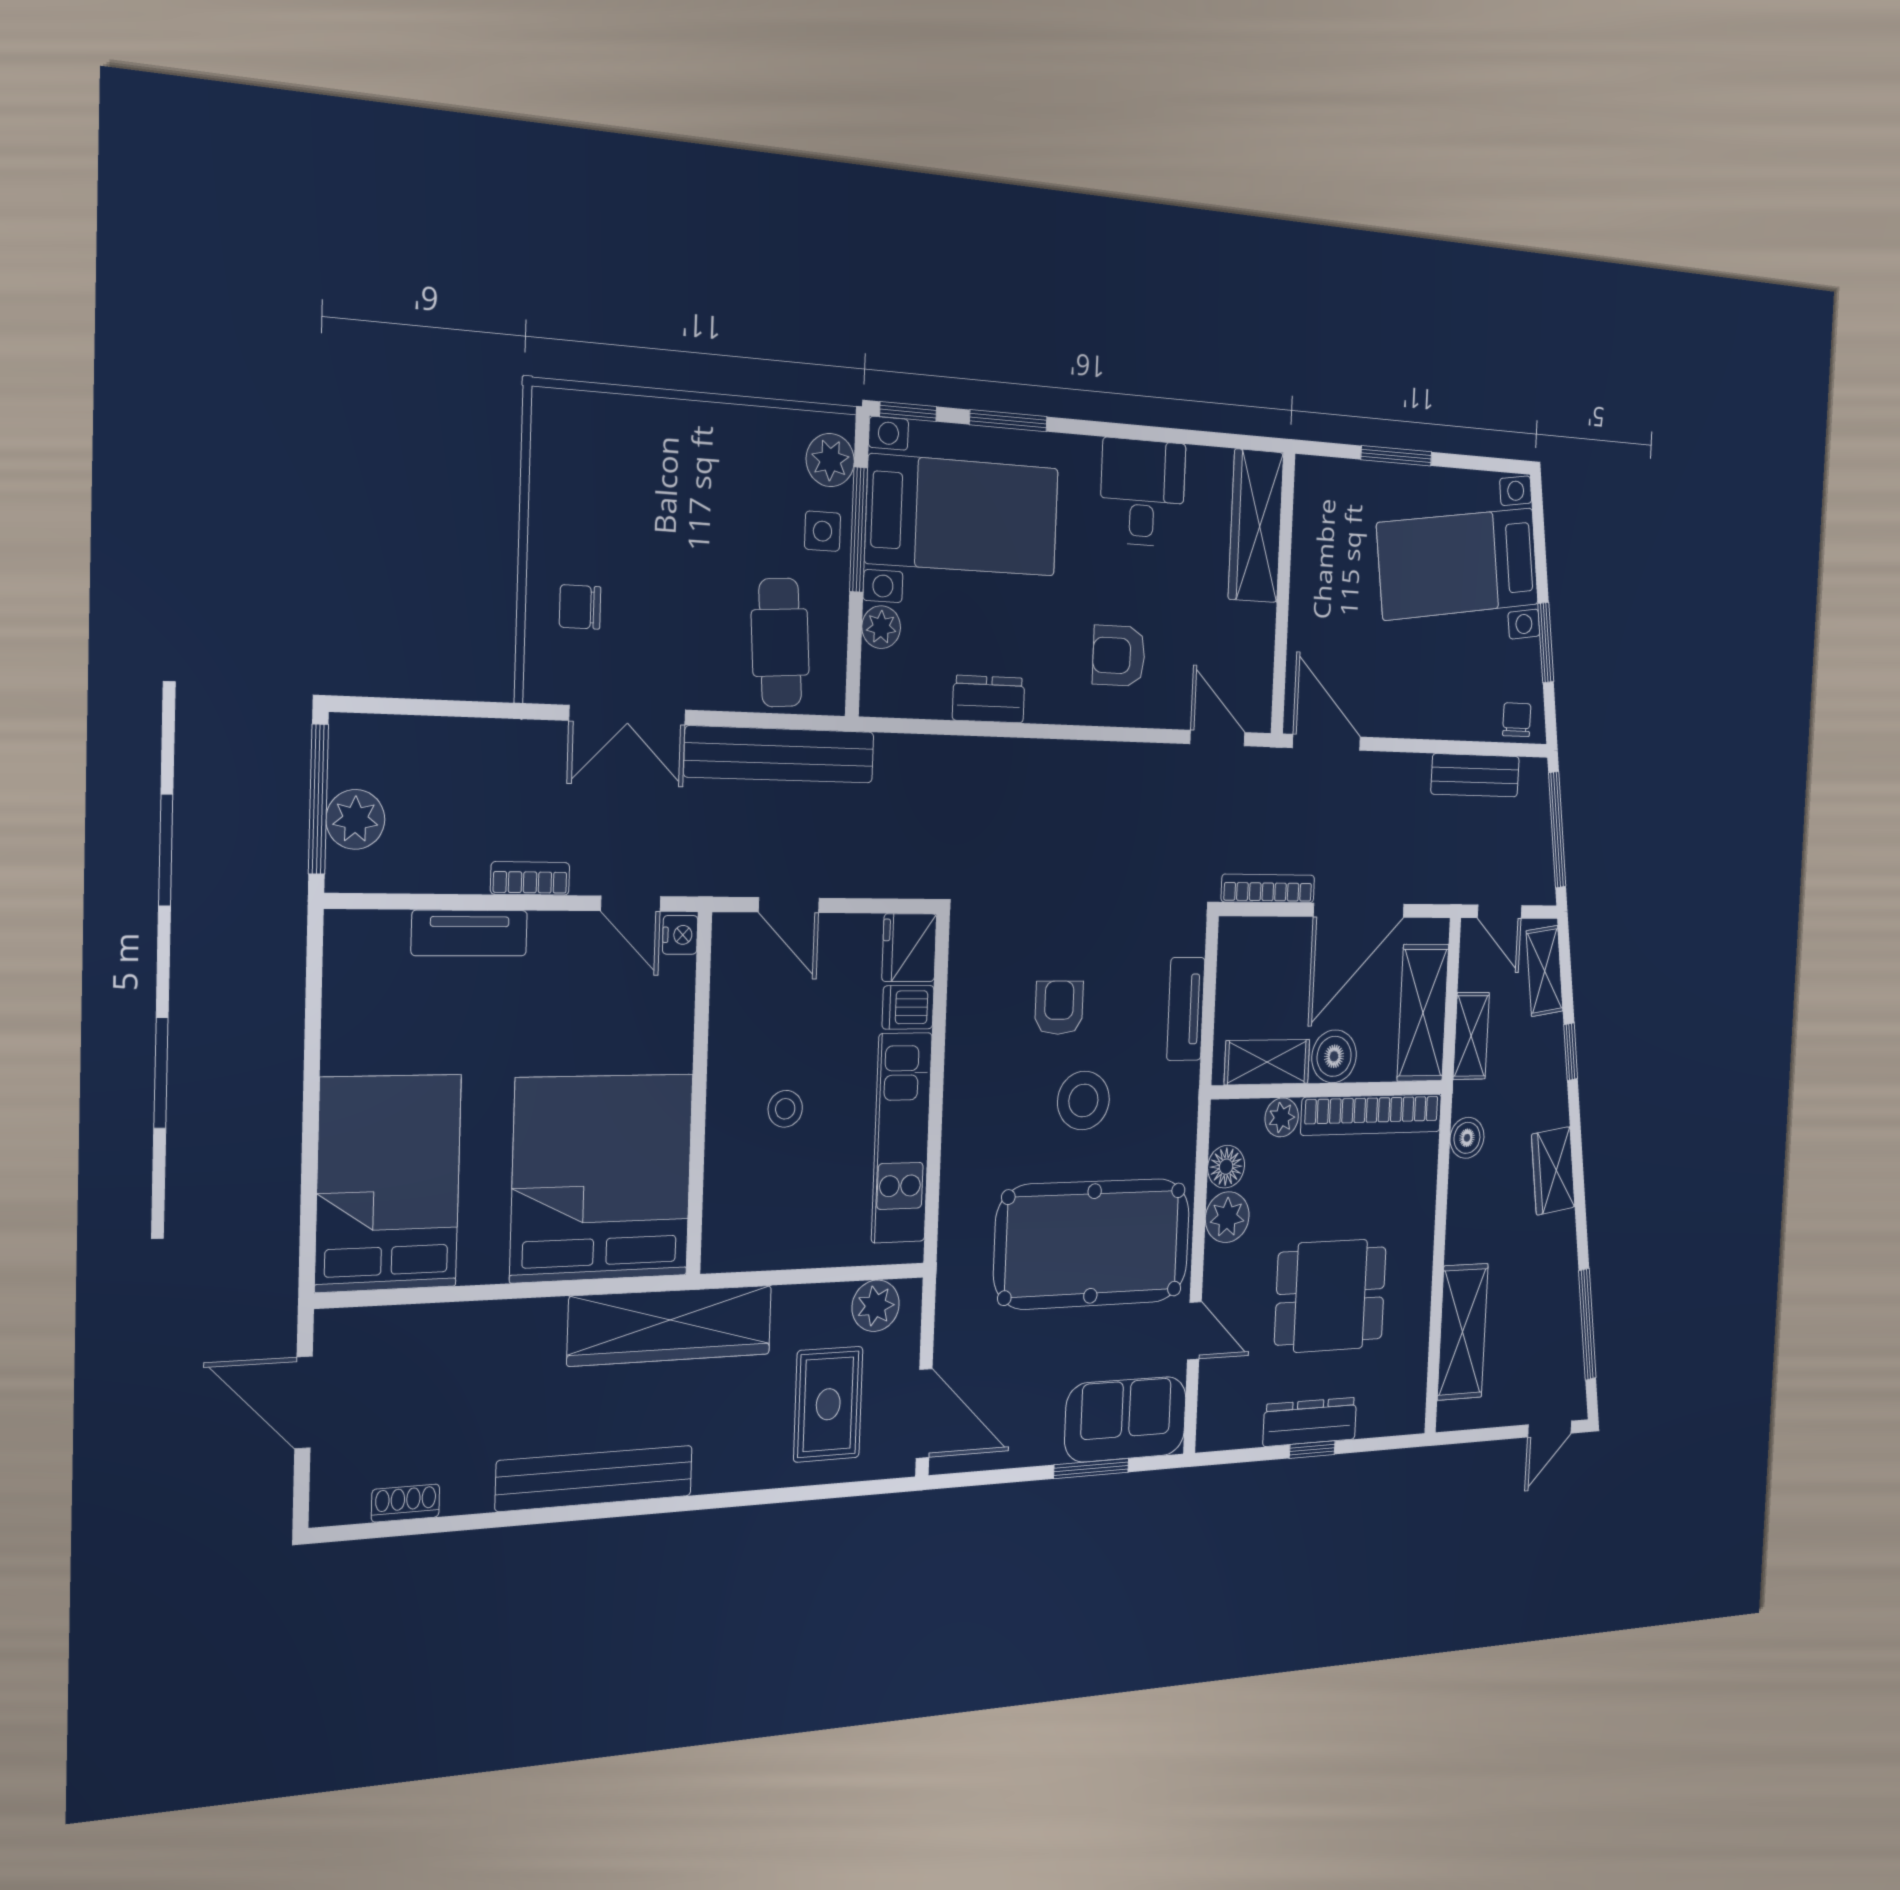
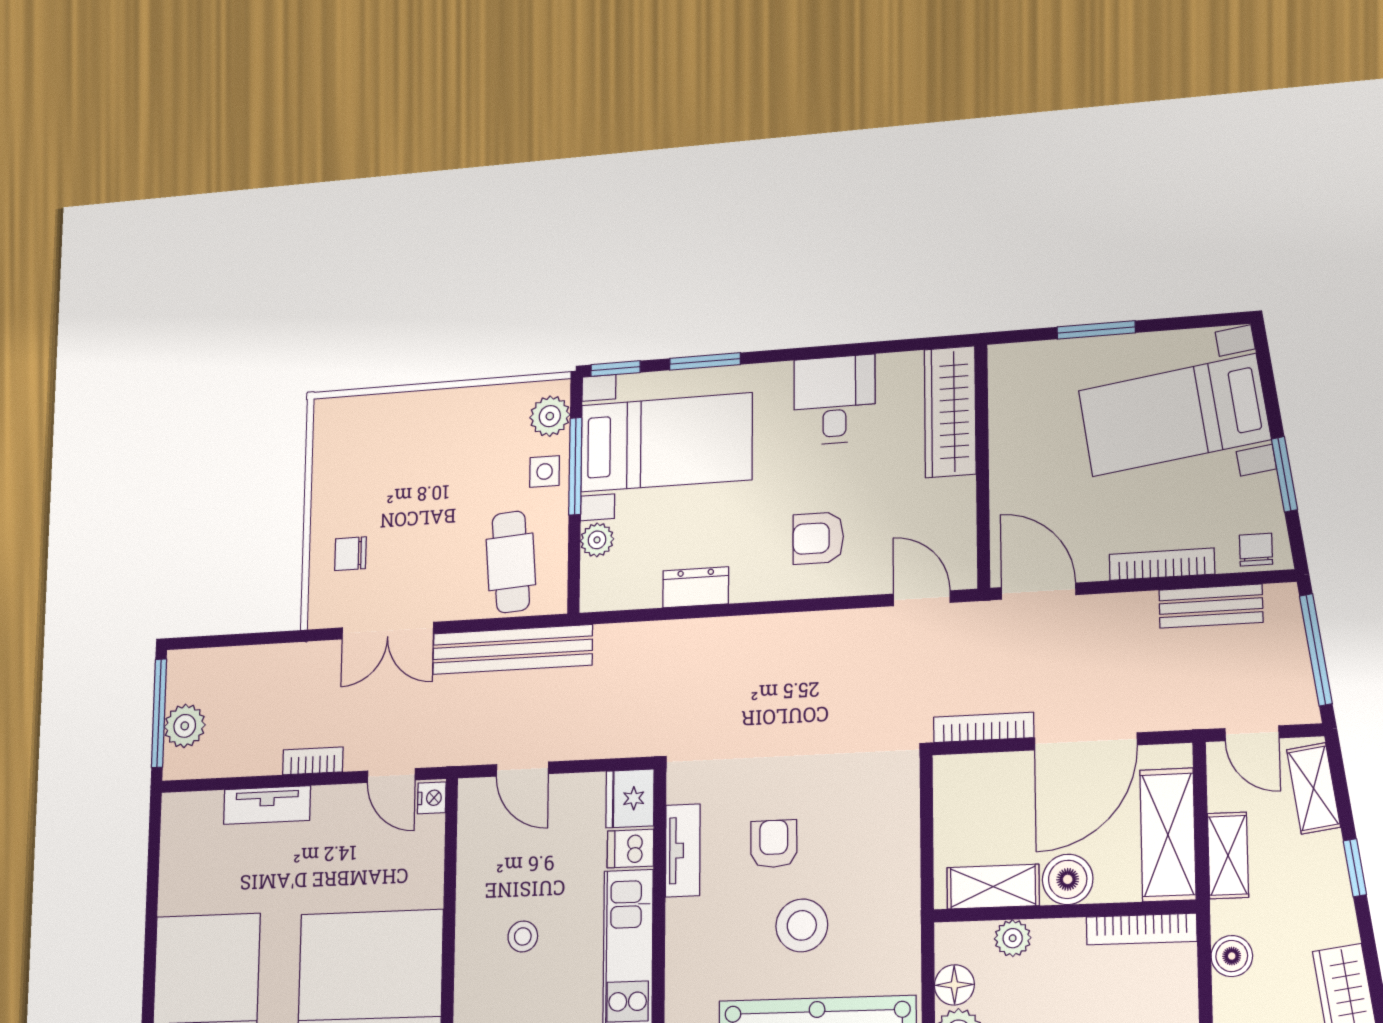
bookcase: (1437, 726) -> (1162, 564), added
tv unit: (1186, 1009) -> (683, 850), moved, turned 180
bookcase: (1372, 1115) -> (1142, 929), width x0.68, depth x0.76

